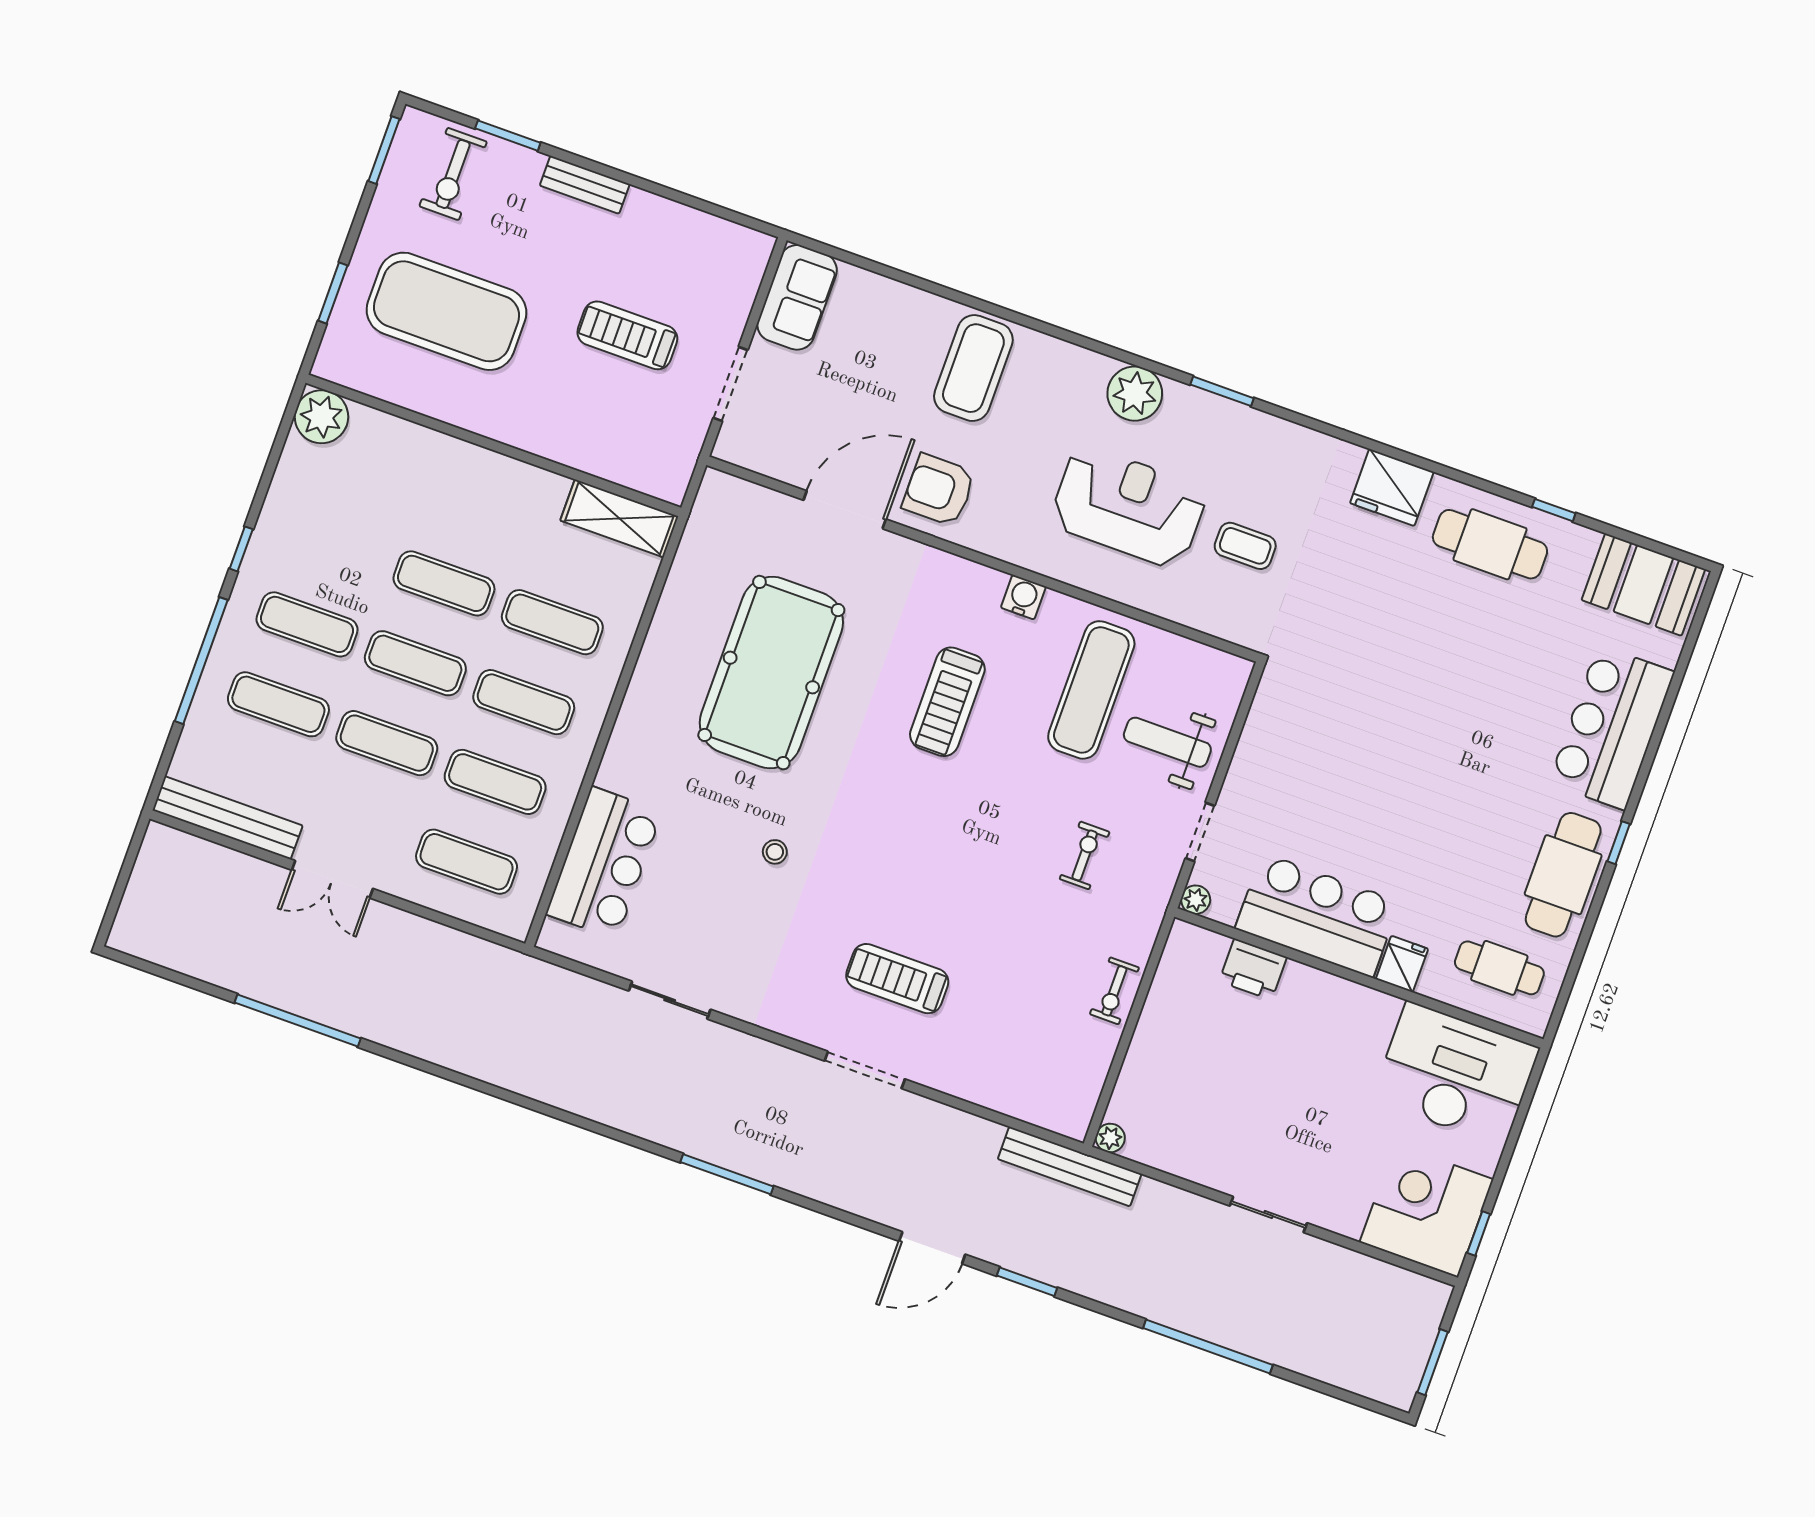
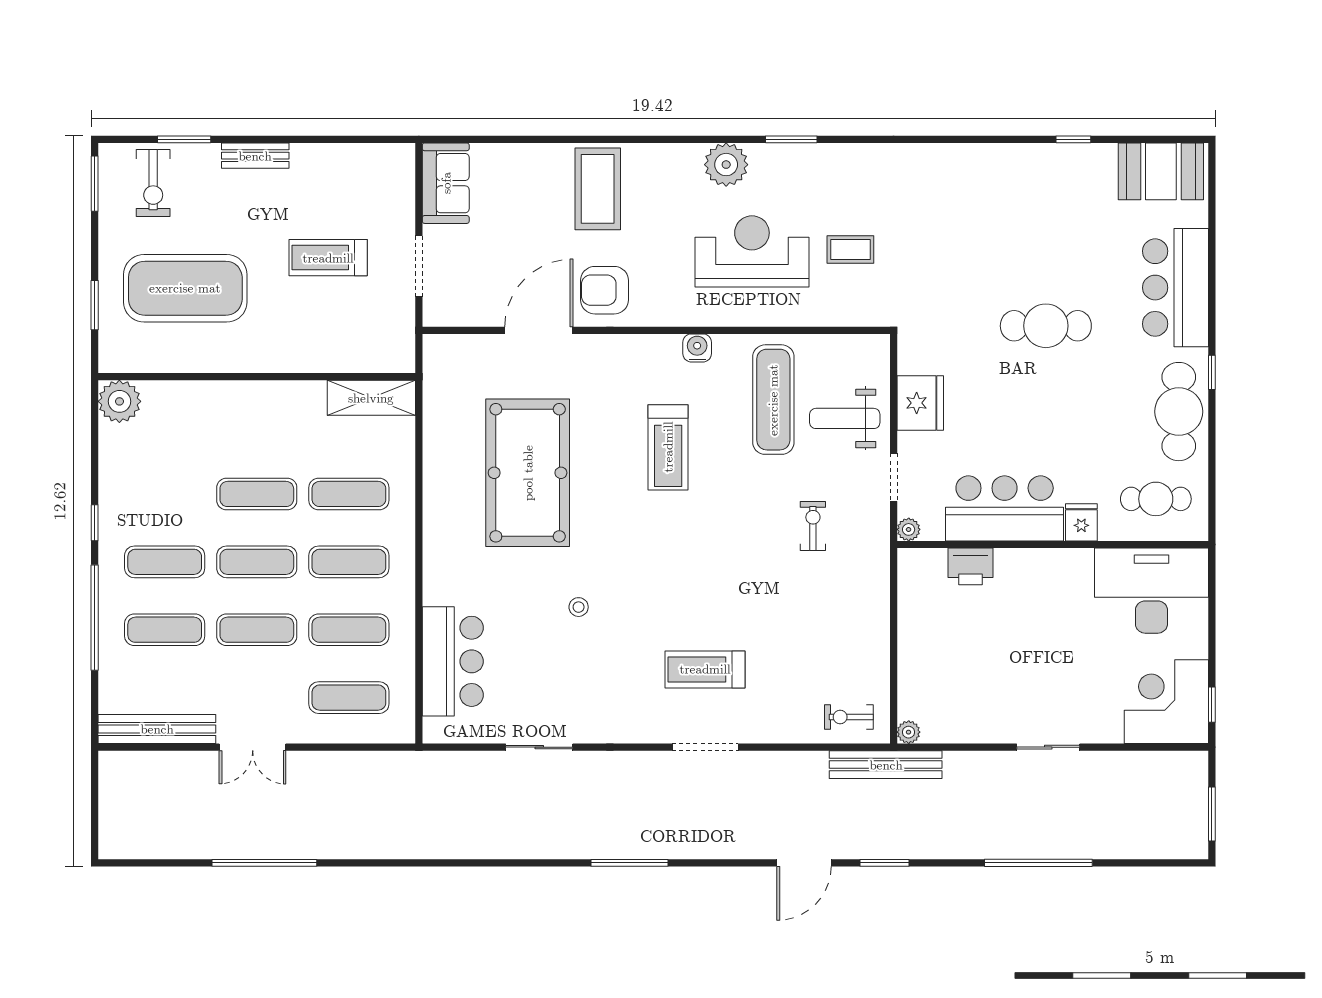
fridge: (1392, 487) -> (920, 403), moved, turned -90
cafe table: (1490, 544) -> (1046, 326), moved
exercise bike: (1114, 991) -> (849, 717), moved, turned 90

